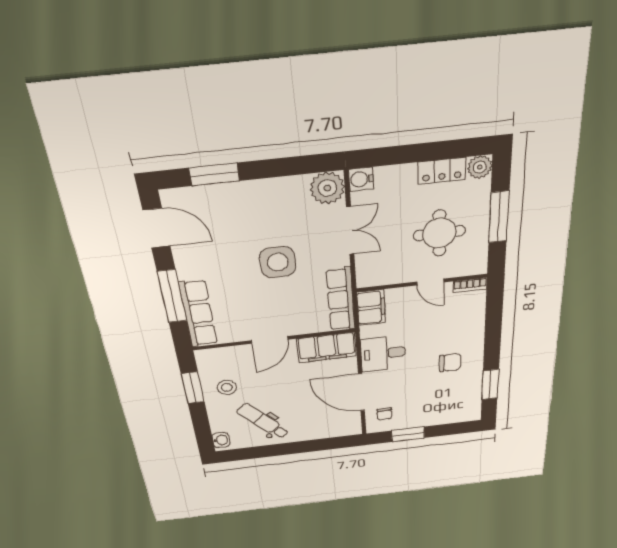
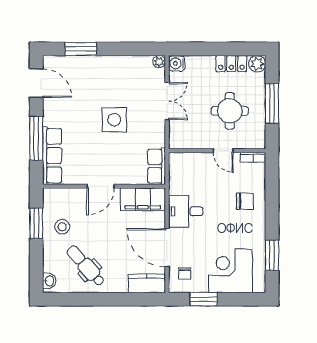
plant: (327, 188) -> (159, 62), width x0.53, depth x0.53
row of seats: (341, 300) -> (157, 166), width x0.68
filing cabinet: (371, 308) -> (179, 167), removed
chair: (450, 363) -> (245, 201), moved
corner desk: (440, 405) -> (231, 271), added
kitchen counter: (339, 428) -> (147, 283), added

